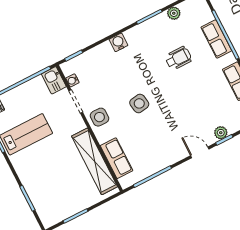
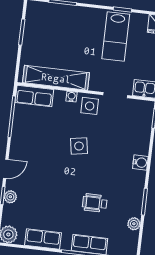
wheelchair: (178, 58) -> (95, 203), turned 90
water cooler: (72, 80) -> (72, 97), moved
row of seats: (117, 158) -> (34, 96), moved

